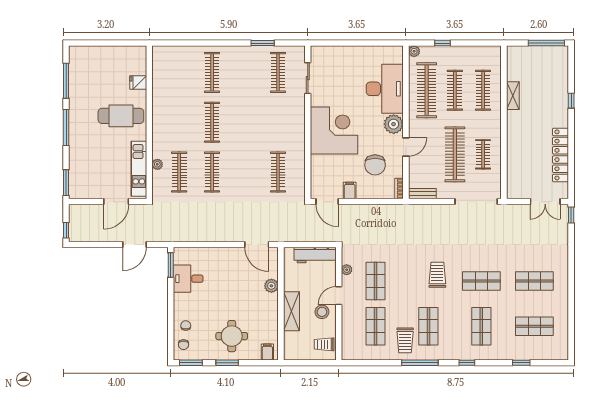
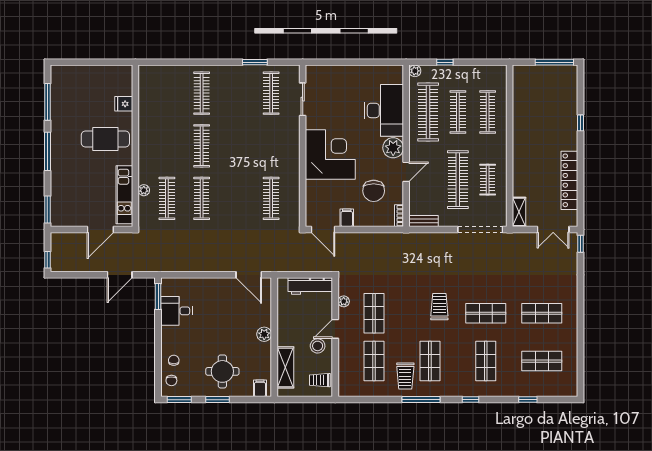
shelving: (513, 96) -> (519, 212), moved
plant: (271, 286) -> (264, 334), moved
shelving: (291, 311) -> (285, 367), moved

